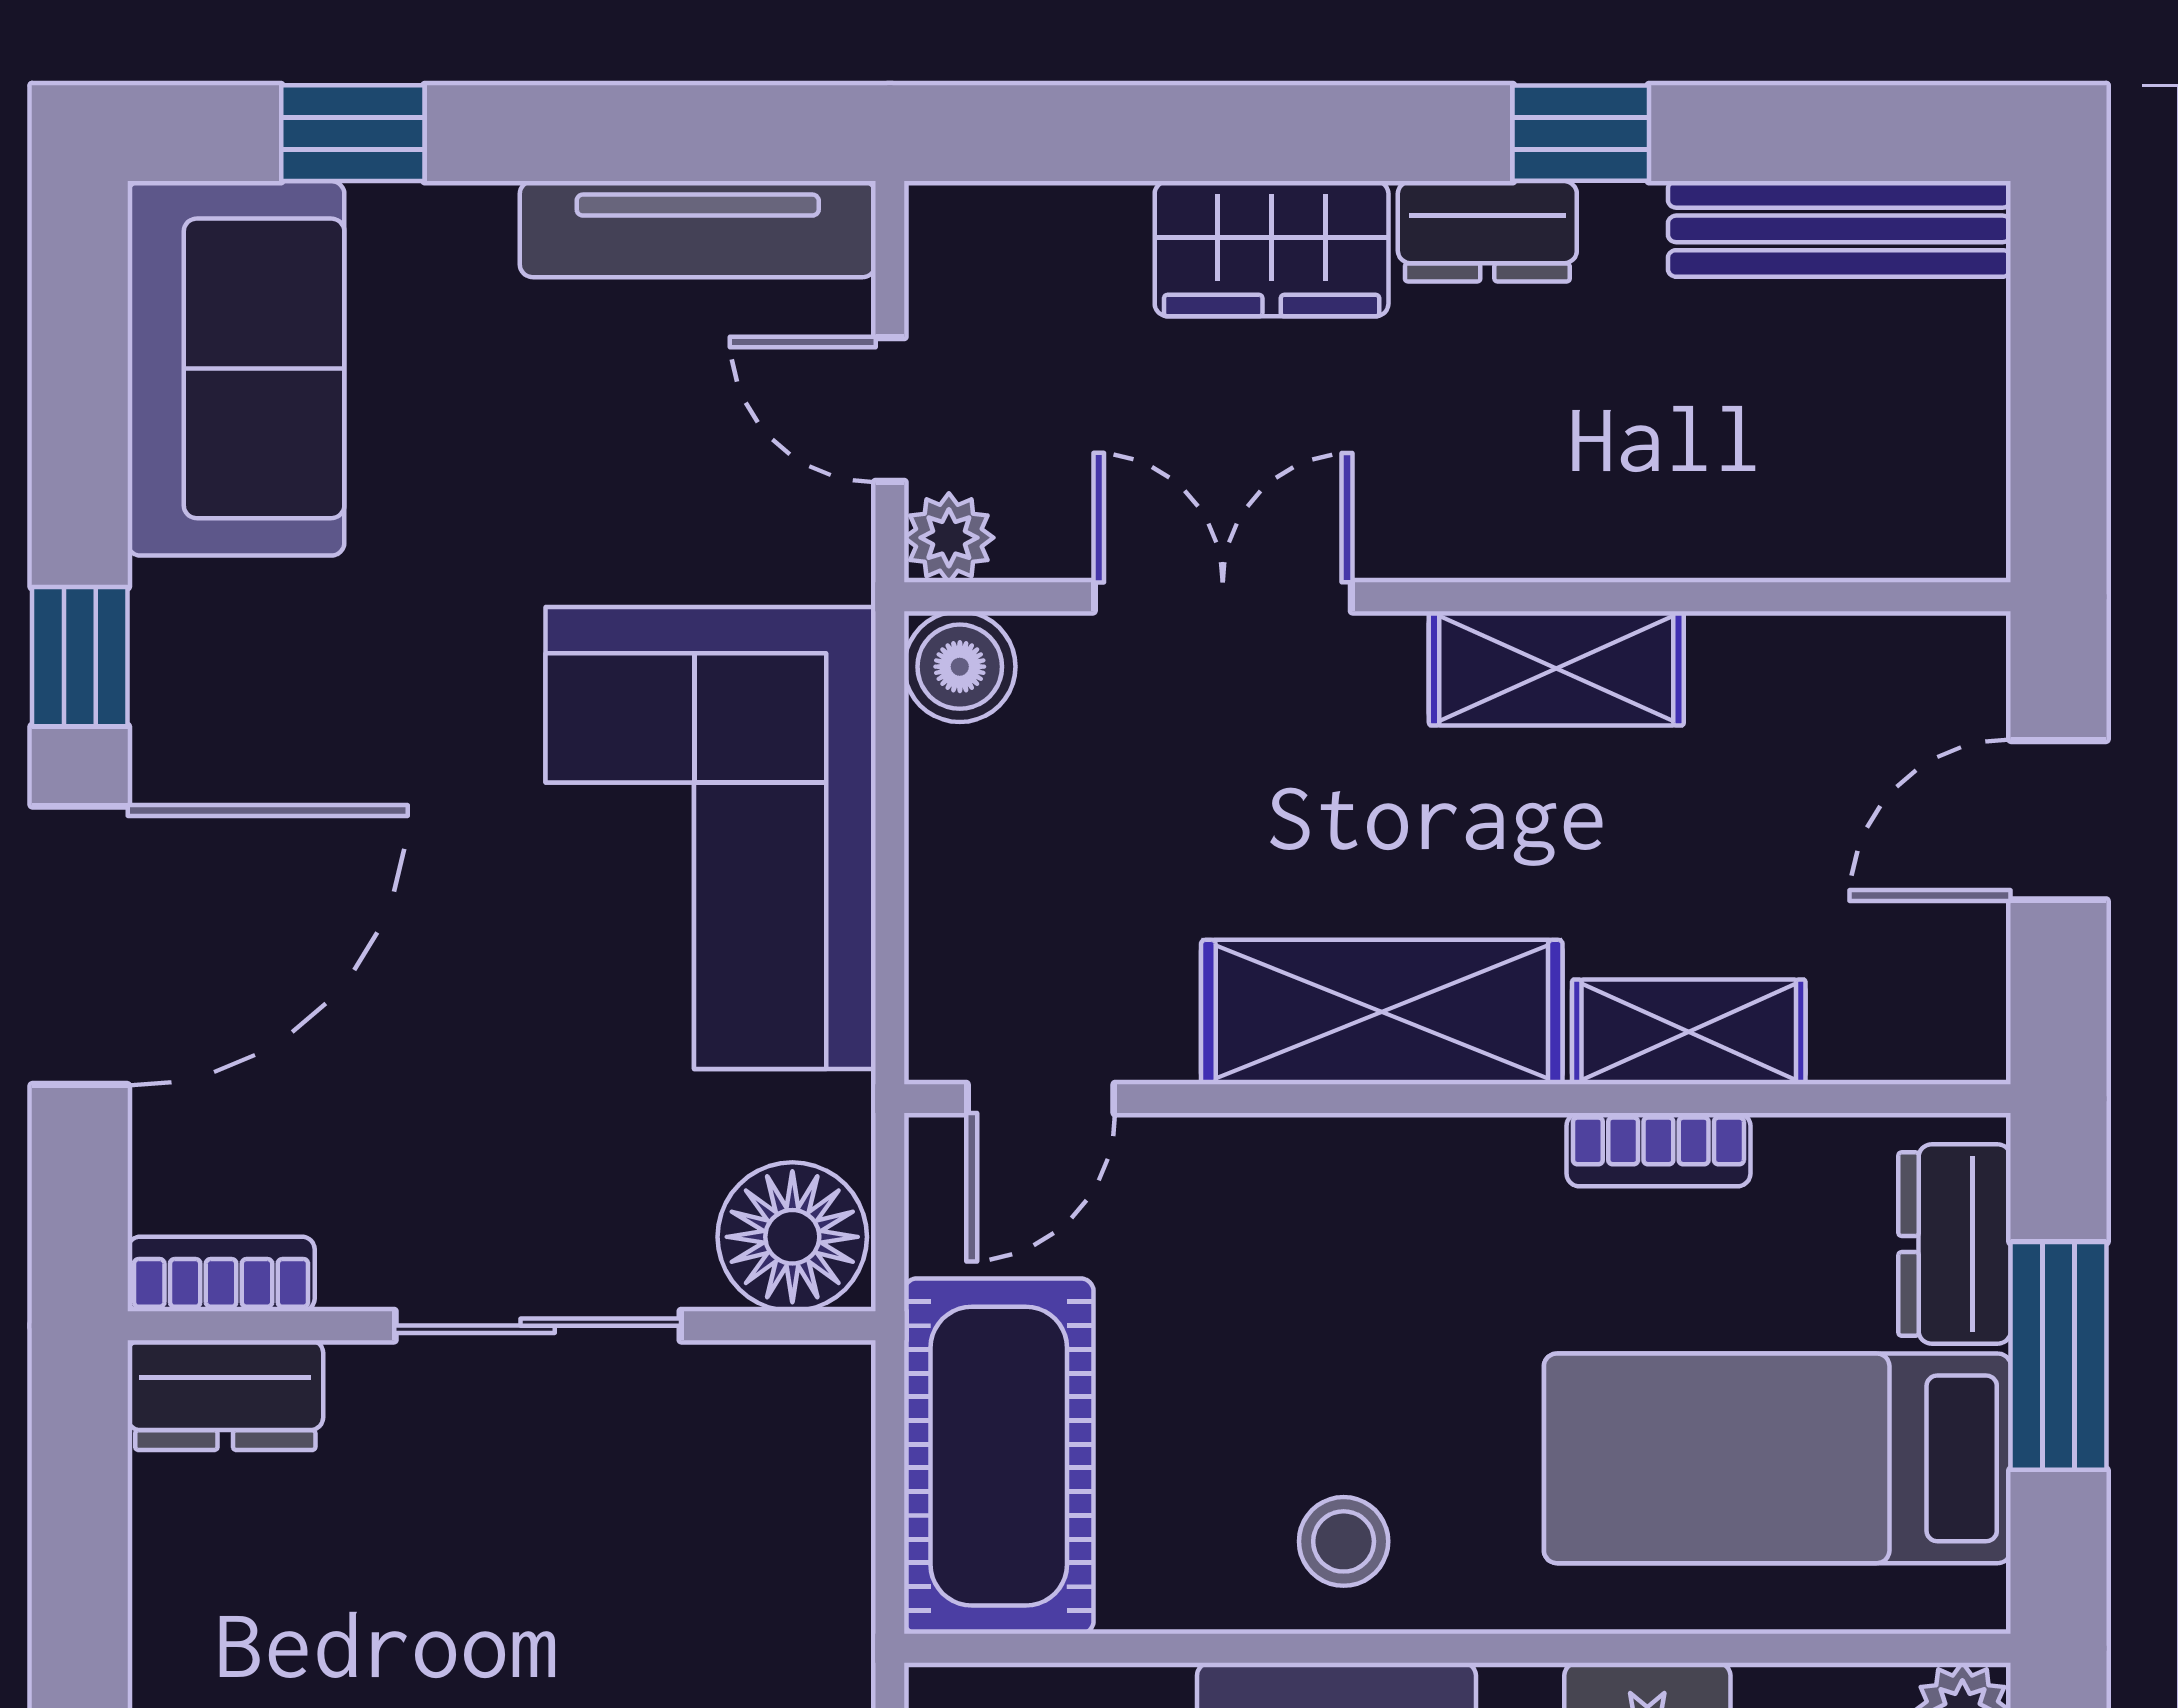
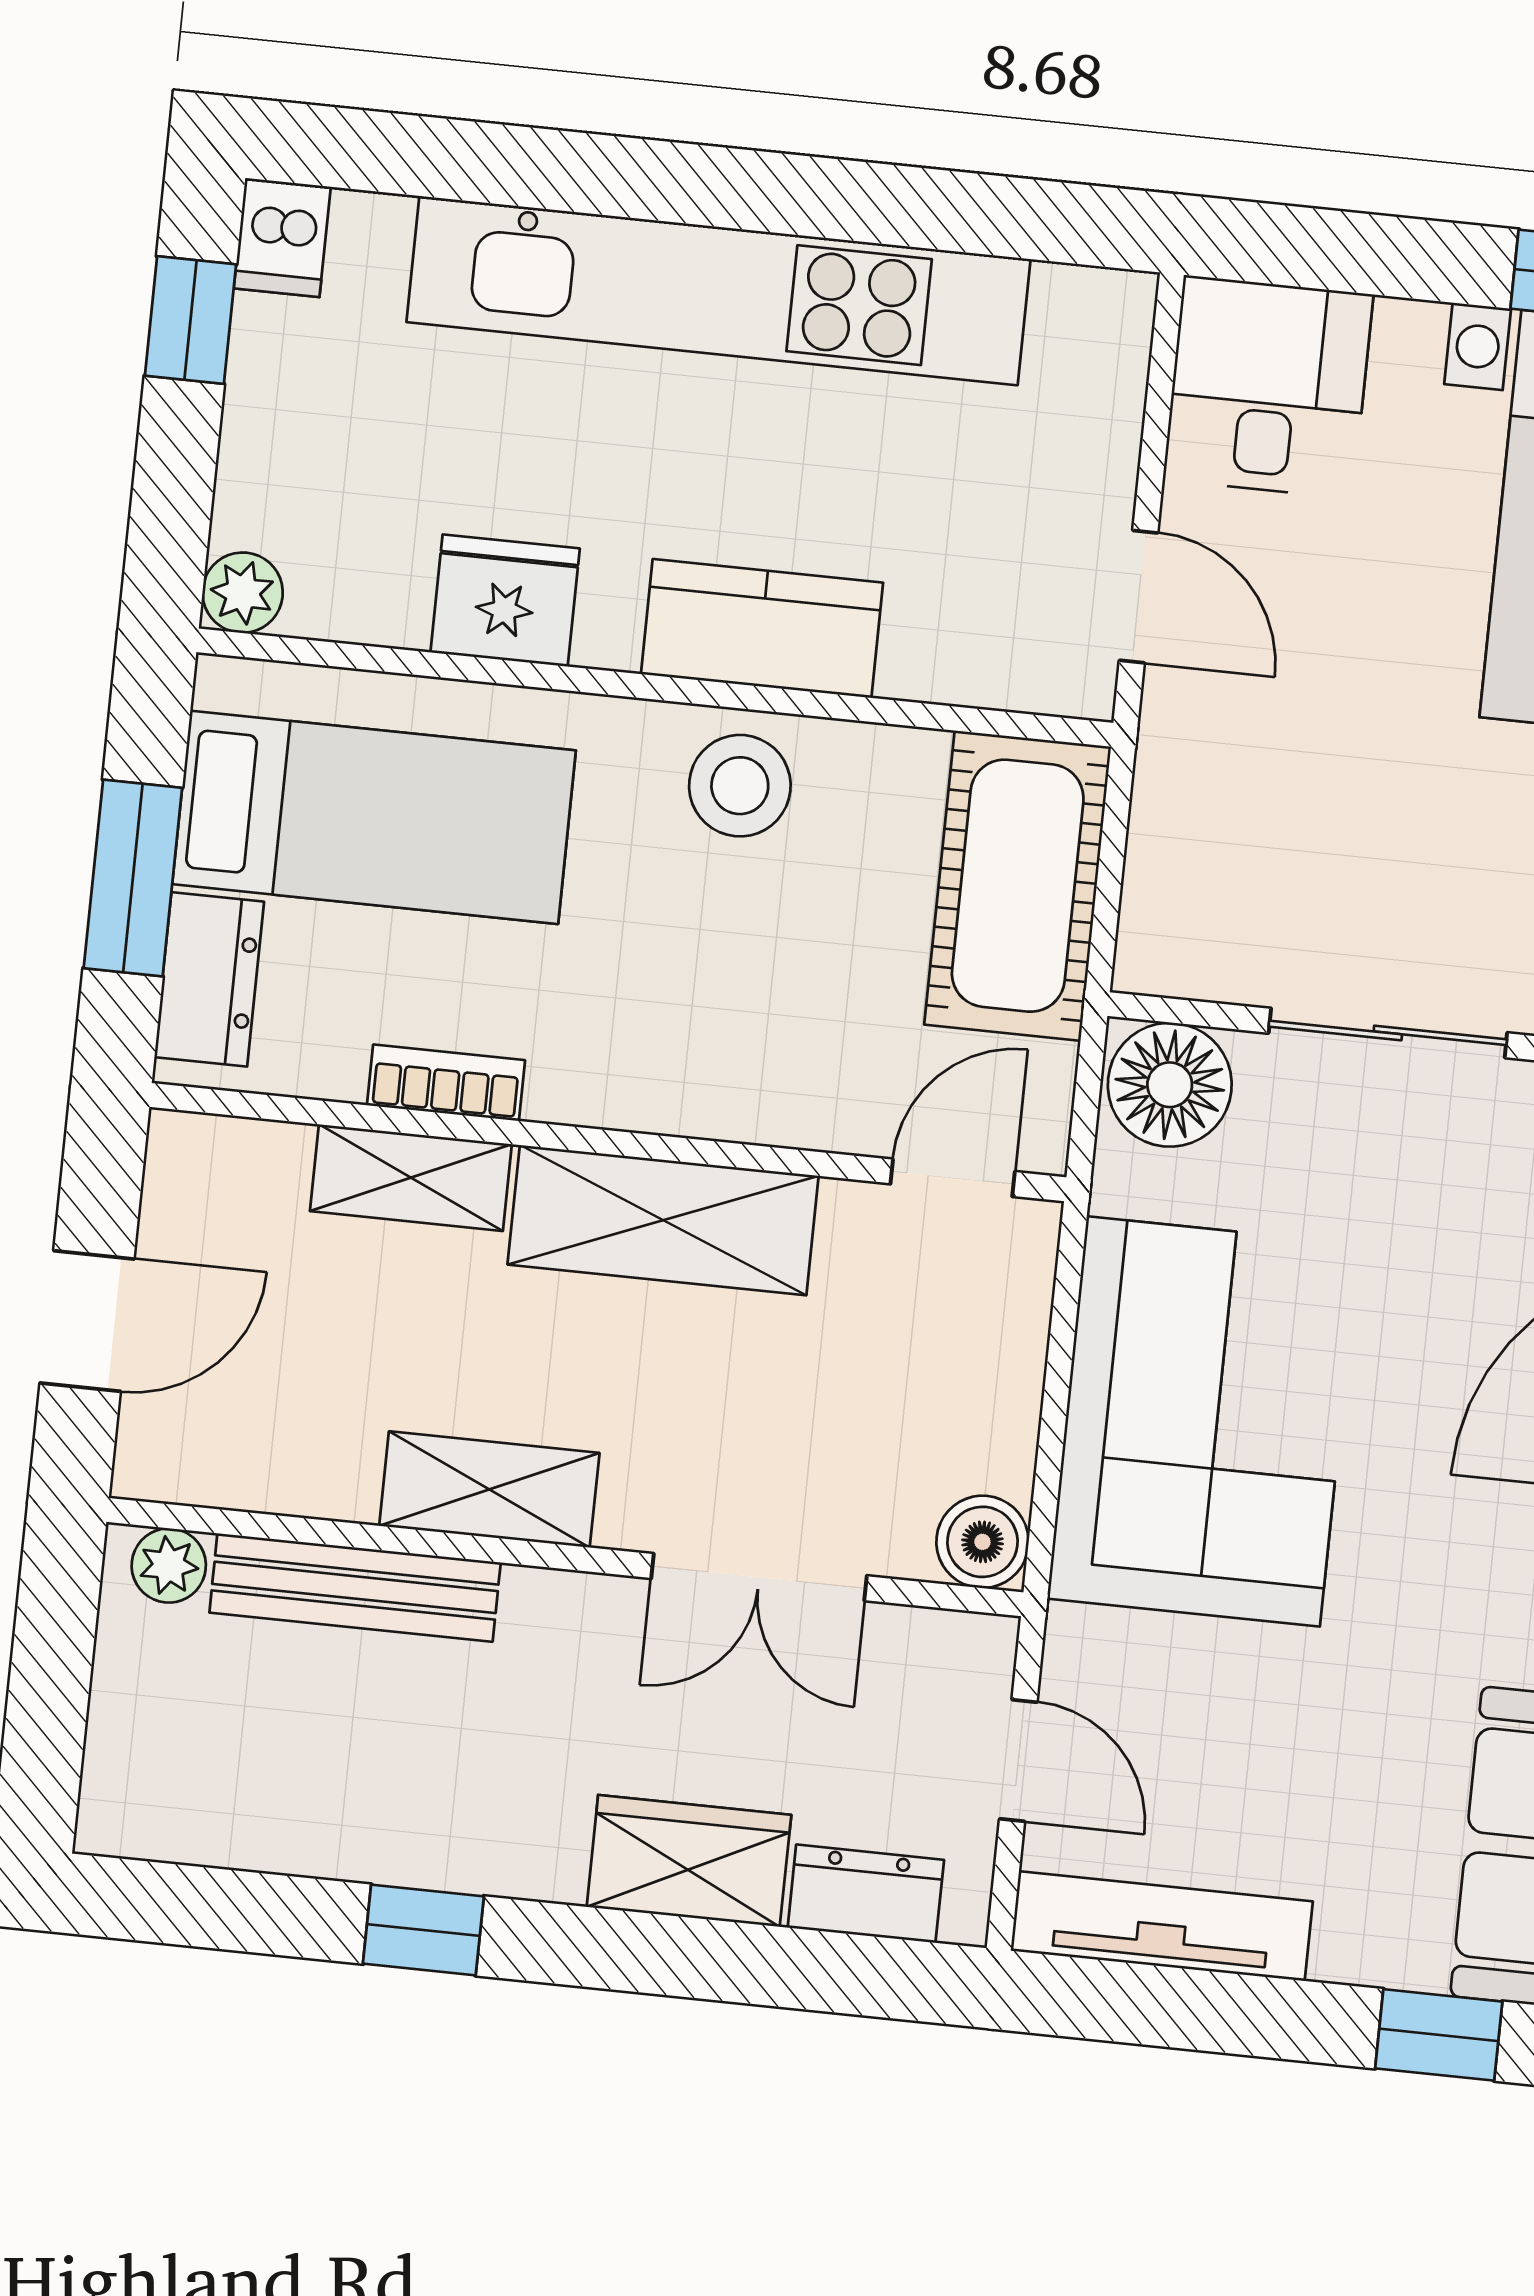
bench: (1839, 229) -> (355, 1587), moved
dresser: (1487, 231) -> (866, 1894), moved
plant: (949, 538) -> (169, 1566), moved
stool: (1344, 1541) -> (740, 786), width x1.37, depth x1.37

